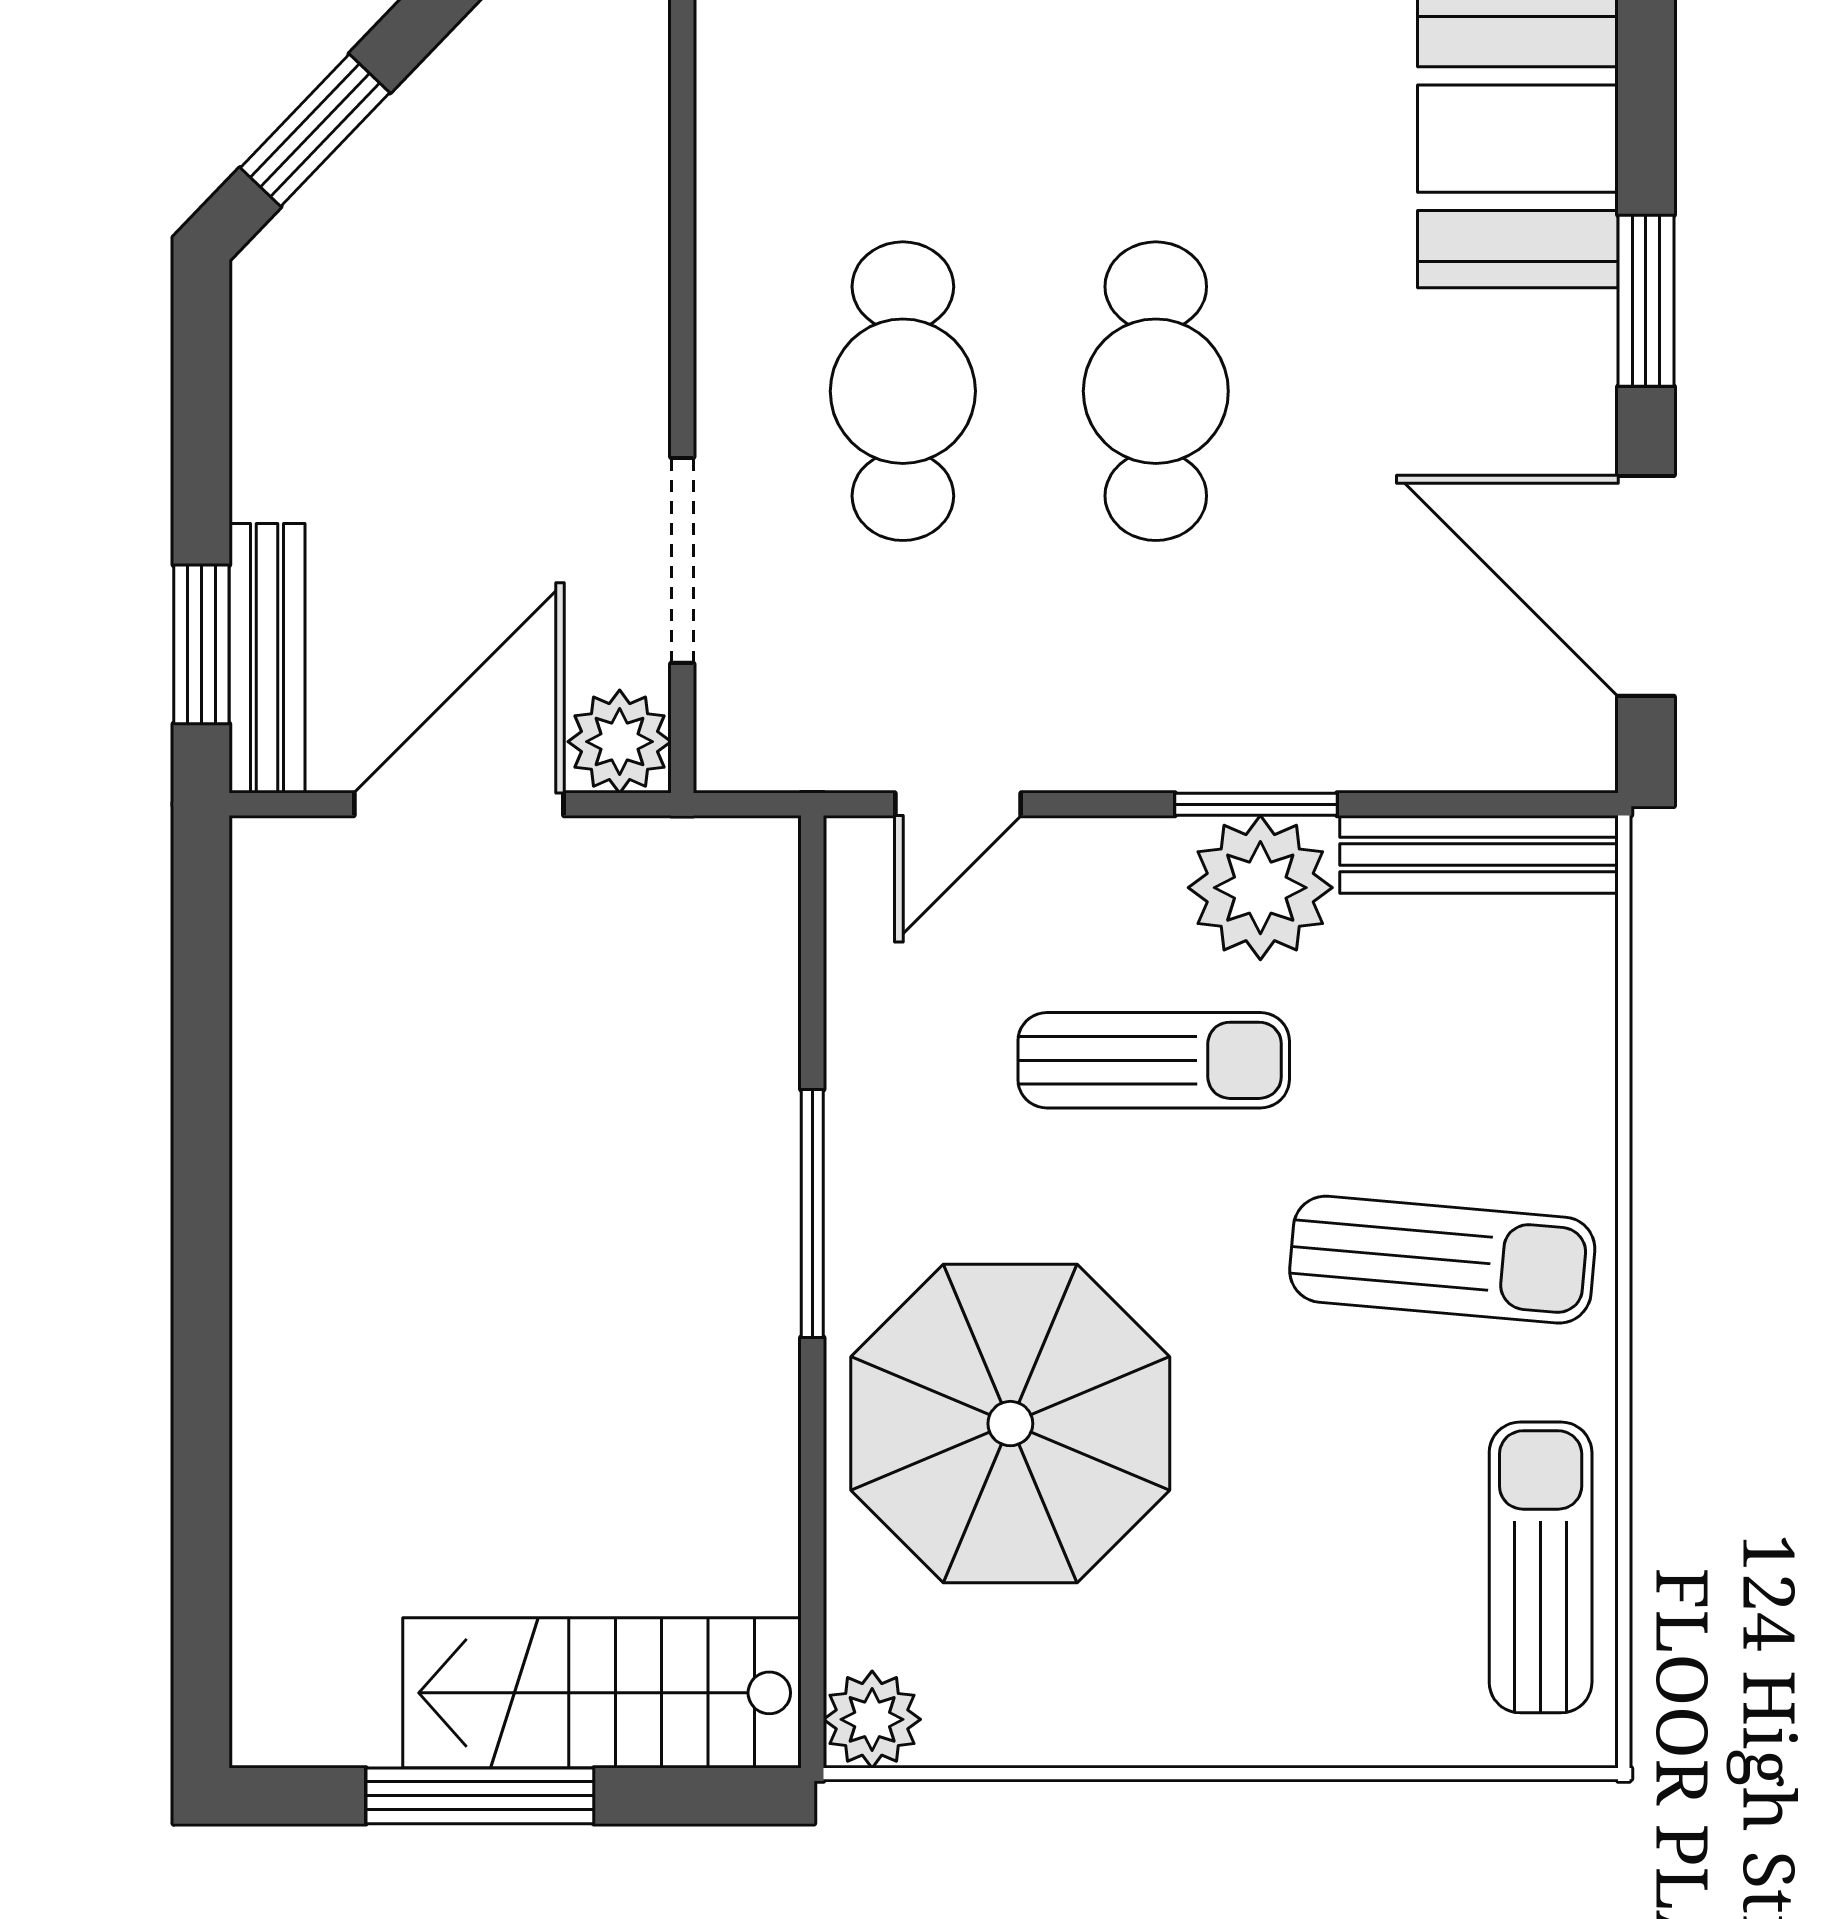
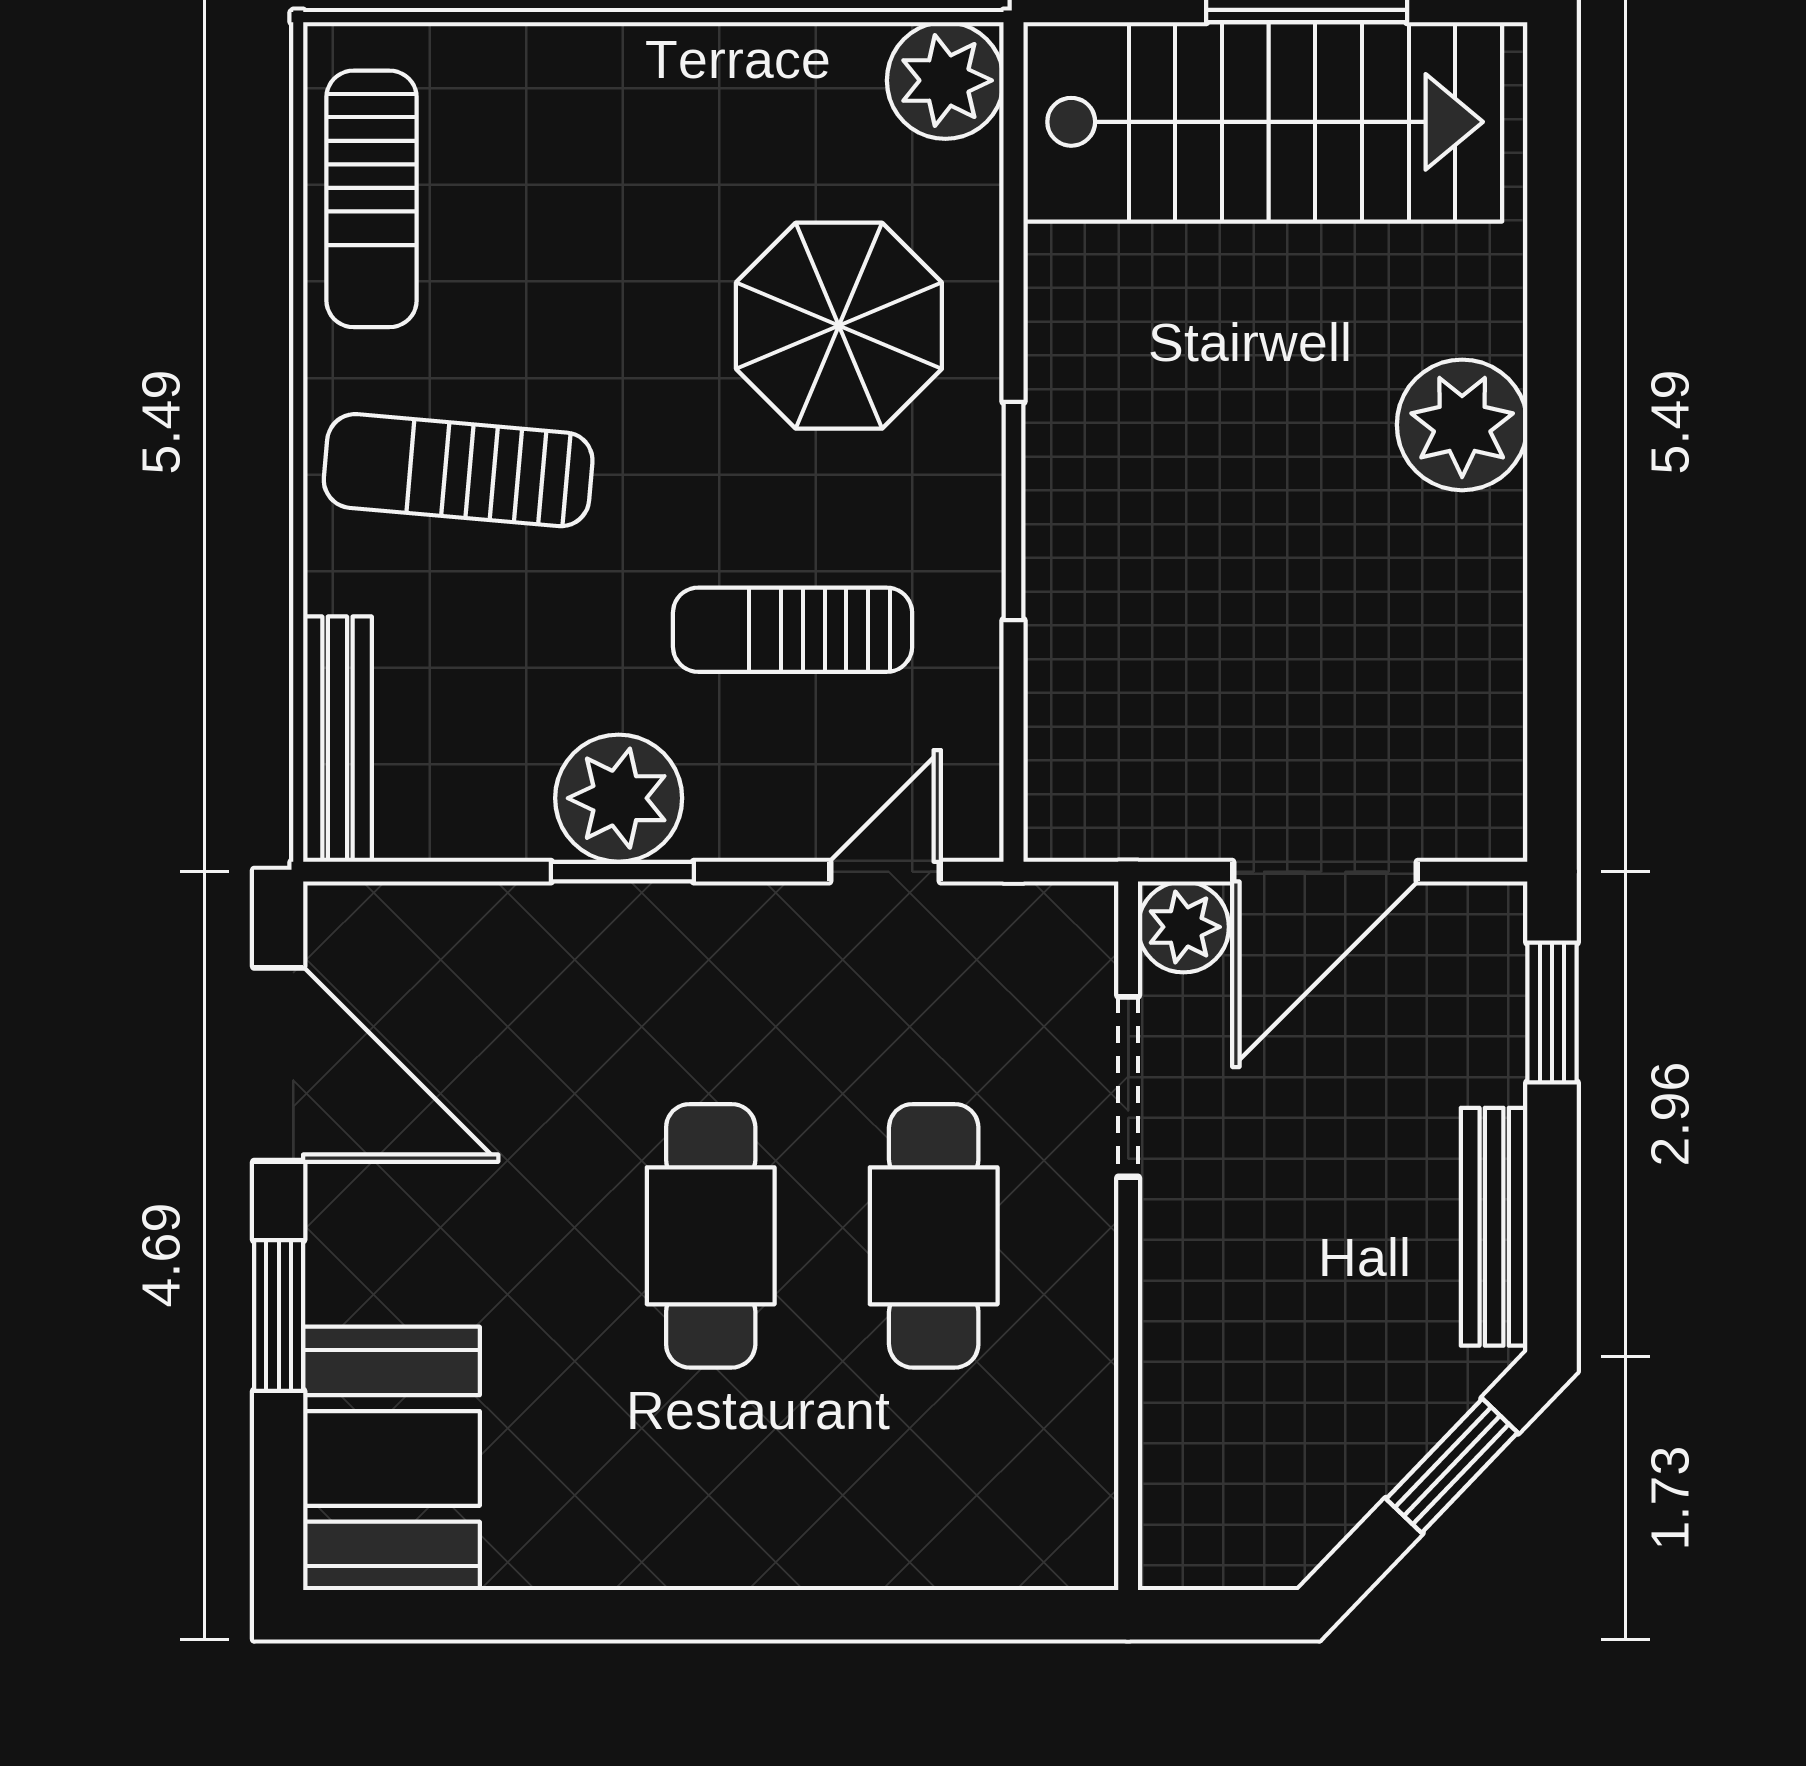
bench: (267, 658) -> (1494, 1227), moved
bench: (1479, 854) -> (337, 739), moved, turned 90
sun lounger: (1154, 1060) -> (793, 630), moved
plant: (303, 1311) -> (1462, 425), added
parasol: (1010, 1424) -> (839, 326), width x0.73, depth x0.73
stairs: (602, 1693) -> (1263, 122), width x1.36, depth x1.51
plant: (872, 1719) -> (945, 80), width x1.36, depth x1.36

